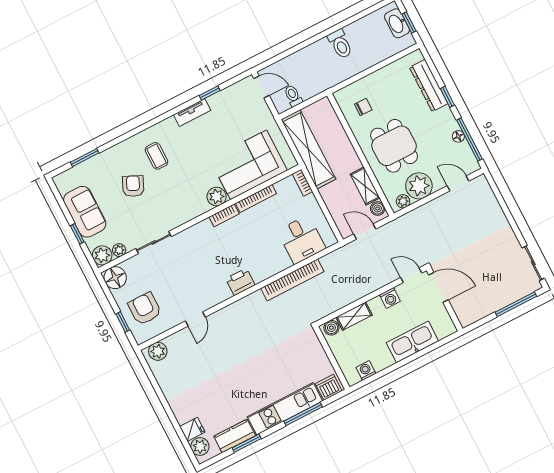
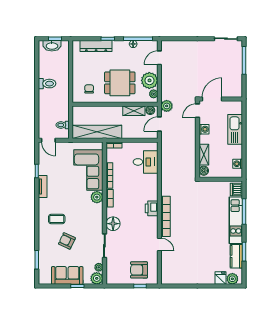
door: (261, 87) -> (48, 140), swing flipped
floor lamp: (115, 278) -> (113, 224), moved
bookcase: (292, 280) -> (166, 216), moved
plant: (158, 351) -> (167, 106), moved

